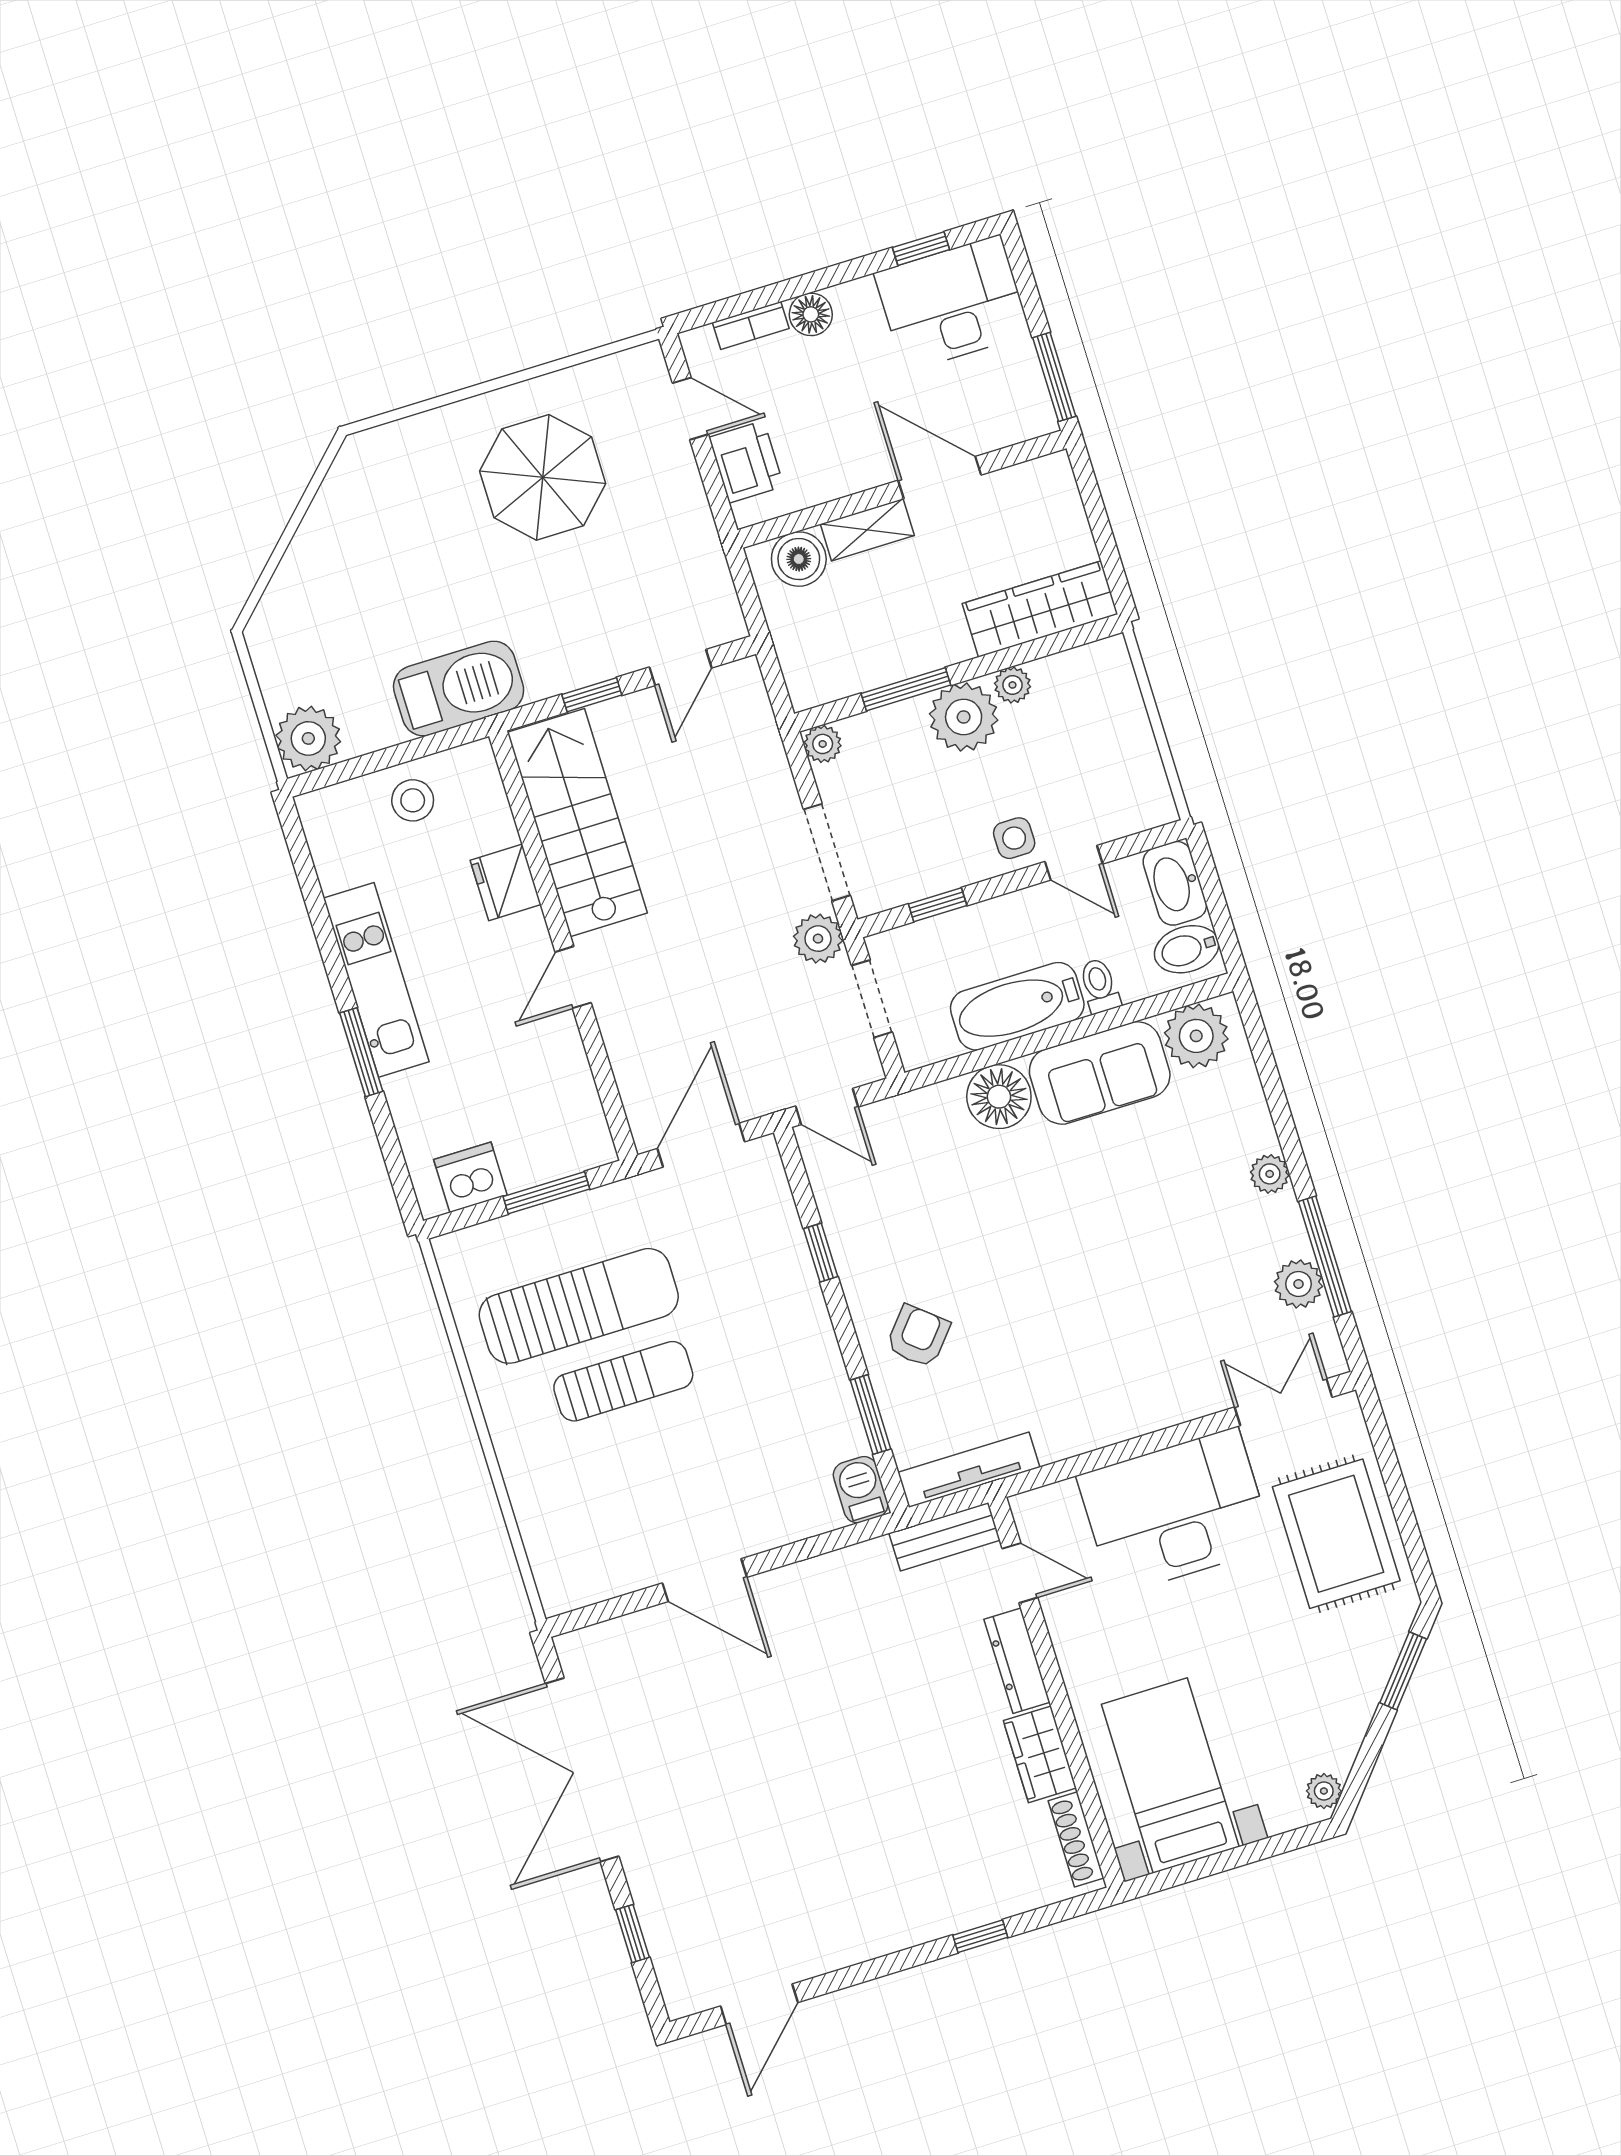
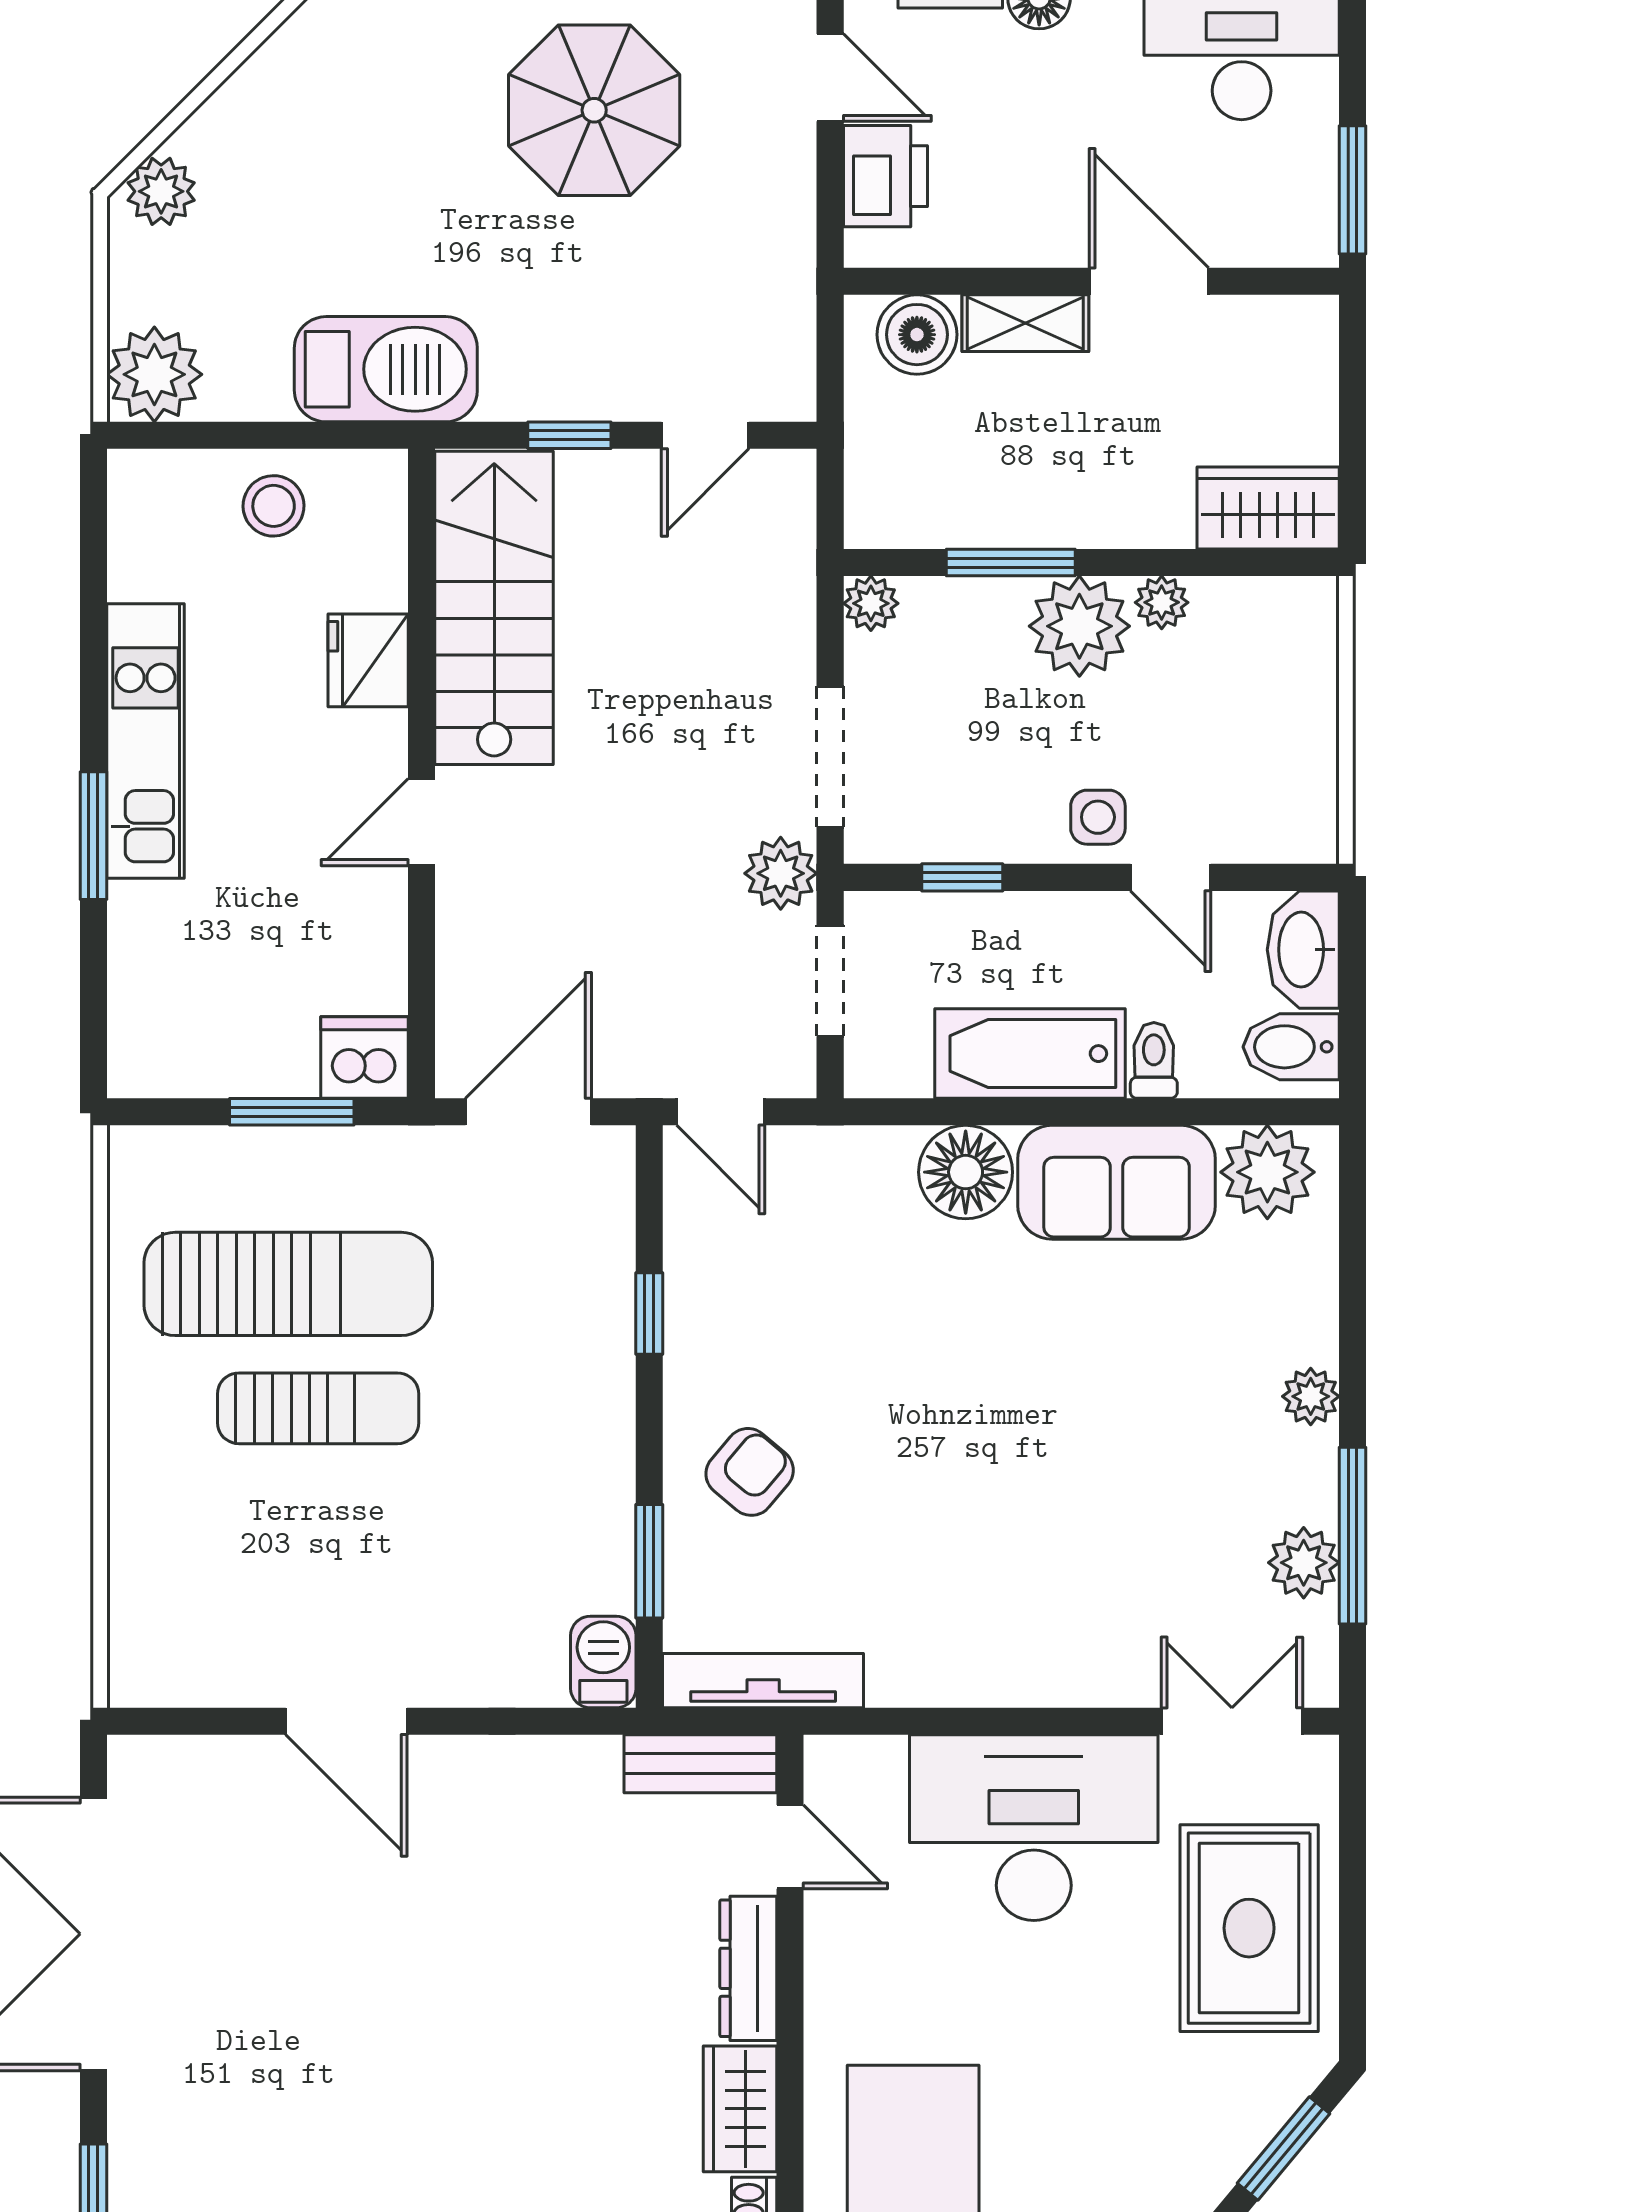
wardrobe: (1040, 609) -> (1268, 508), width x0.67
plant: (276, 617) -> (161, 191), added
dishwasher: (470, 1177) -> (365, 1058), moved

